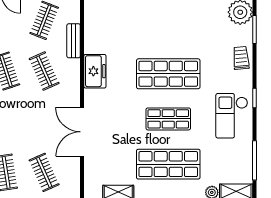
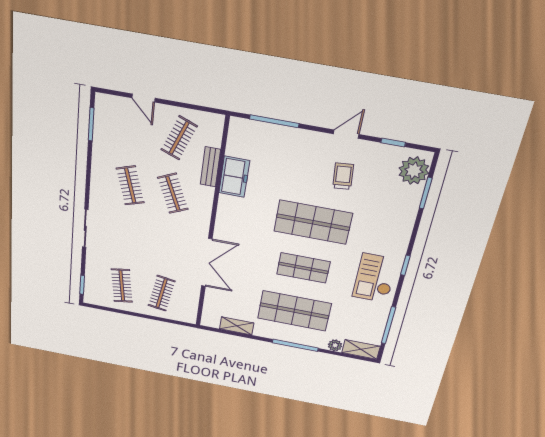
trolley: (241, 58) -> (343, 176), moved
freezer: (95, 71) -> (234, 177), moved
double door: (82, 132) -> (207, 263), swing flipped
clothes rail: (44, 172) -> (162, 293), turned 33

